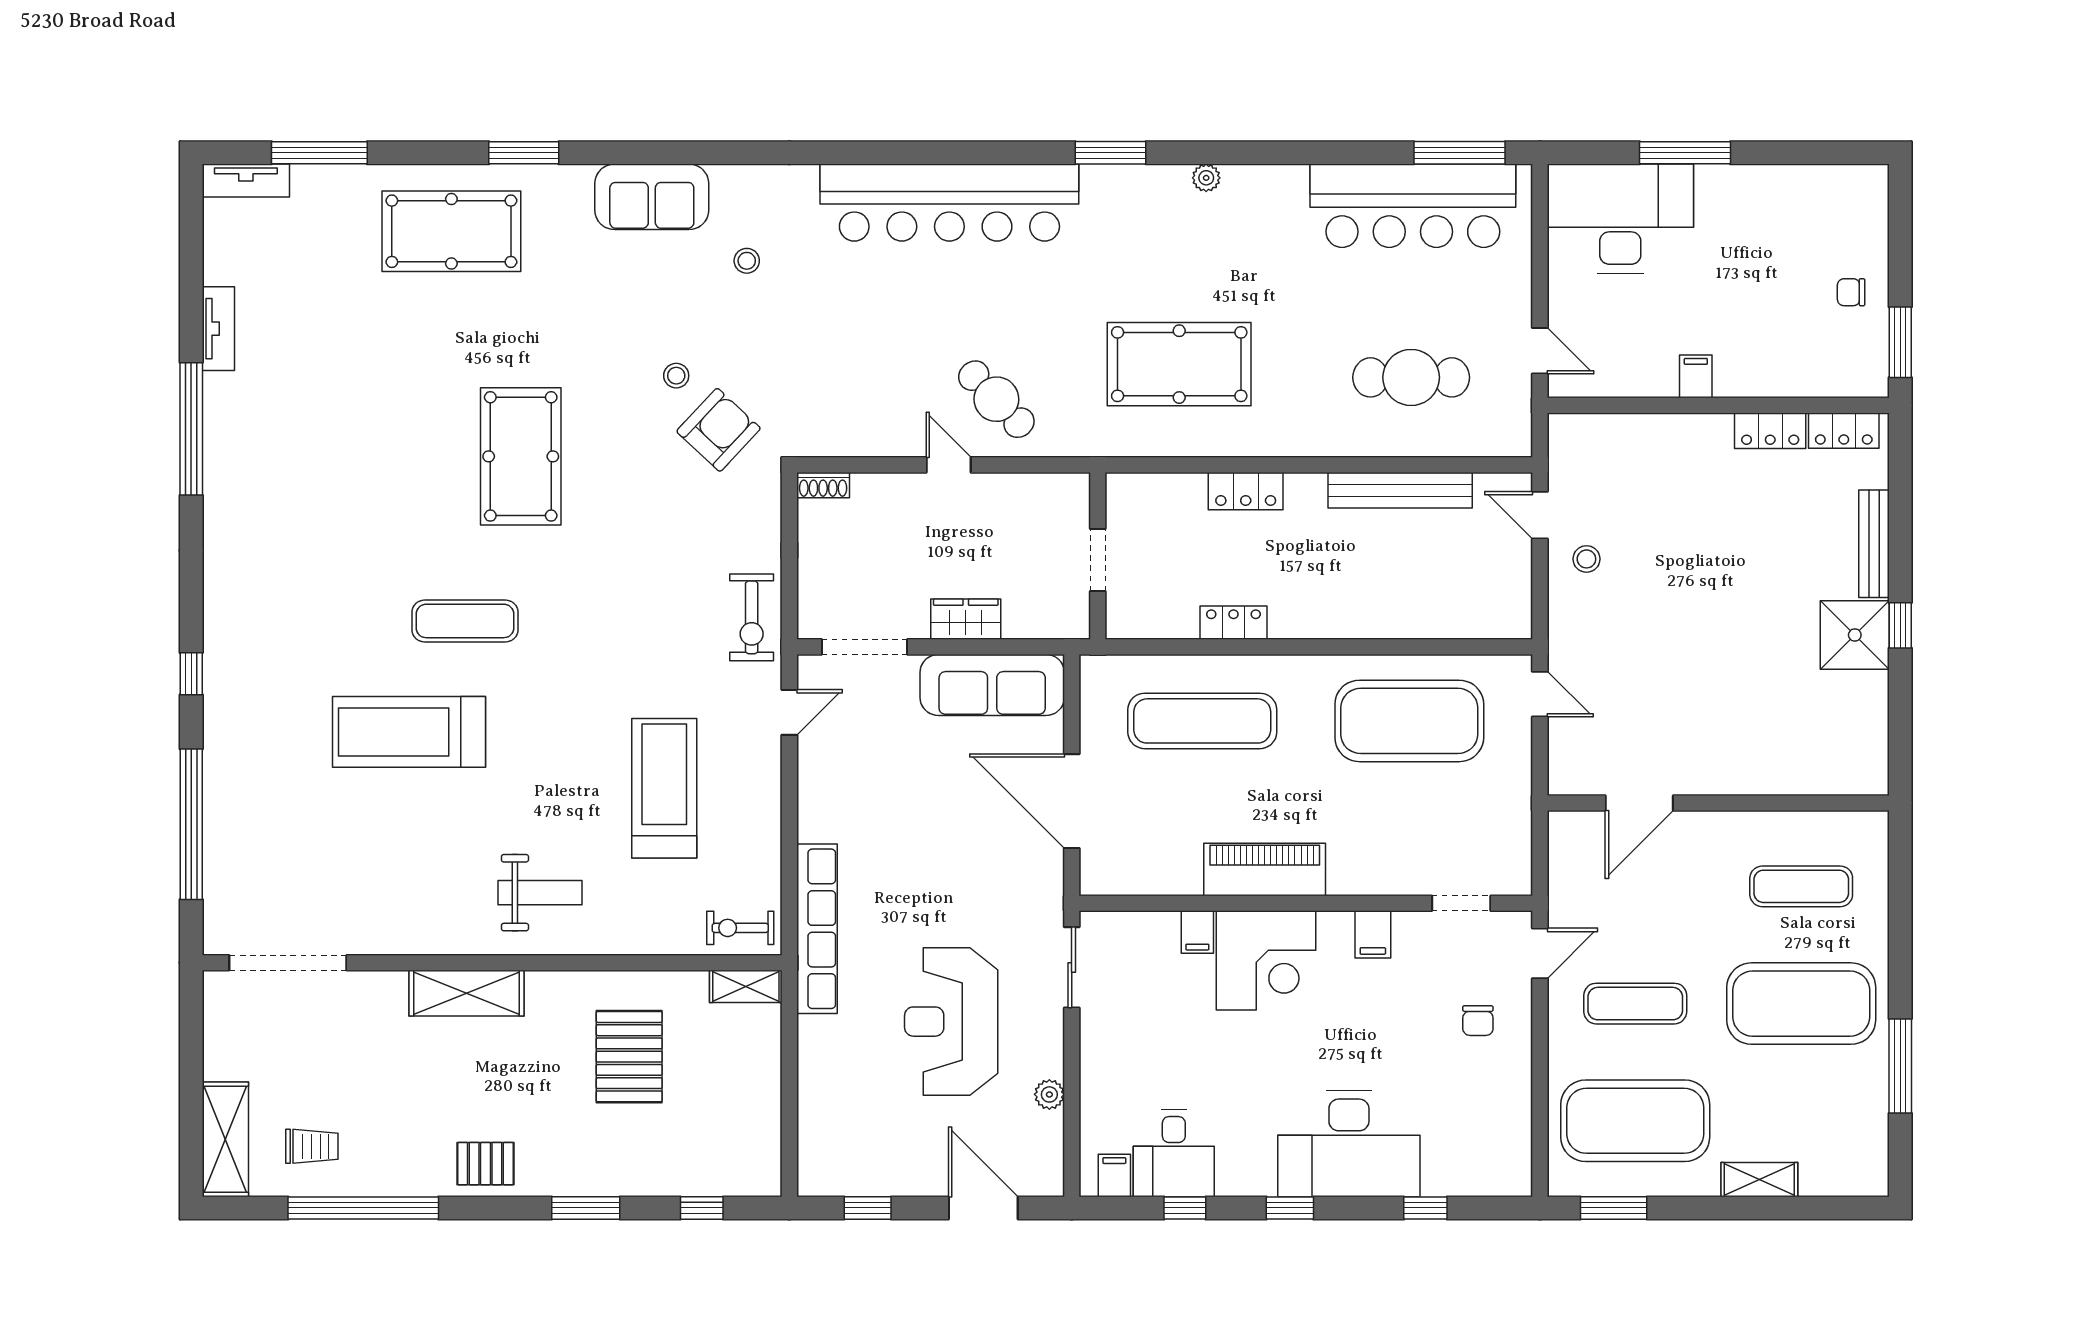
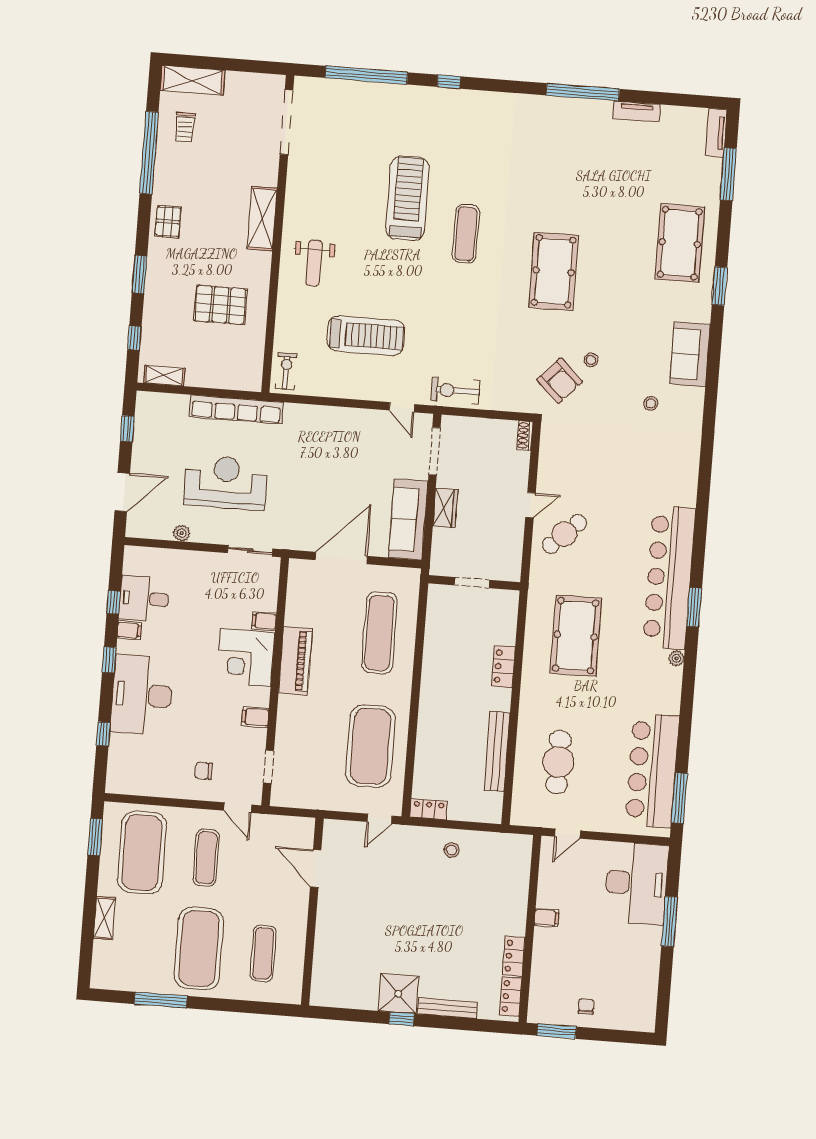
bar counter: (949, 203) -> (669, 577), moved
pool table: (521, 456) -> (554, 271), turned 90
door: (1540, 515) -> (477, 826), removed
locker: (1233, 623) -> (429, 809), moved, turned -90
row of seats: (817, 929) -> (236, 409), moved
shelving: (746, 986) -> (164, 376), moved, turned 90
filing cabinet: (1114, 1175) -> (129, 630), moved

